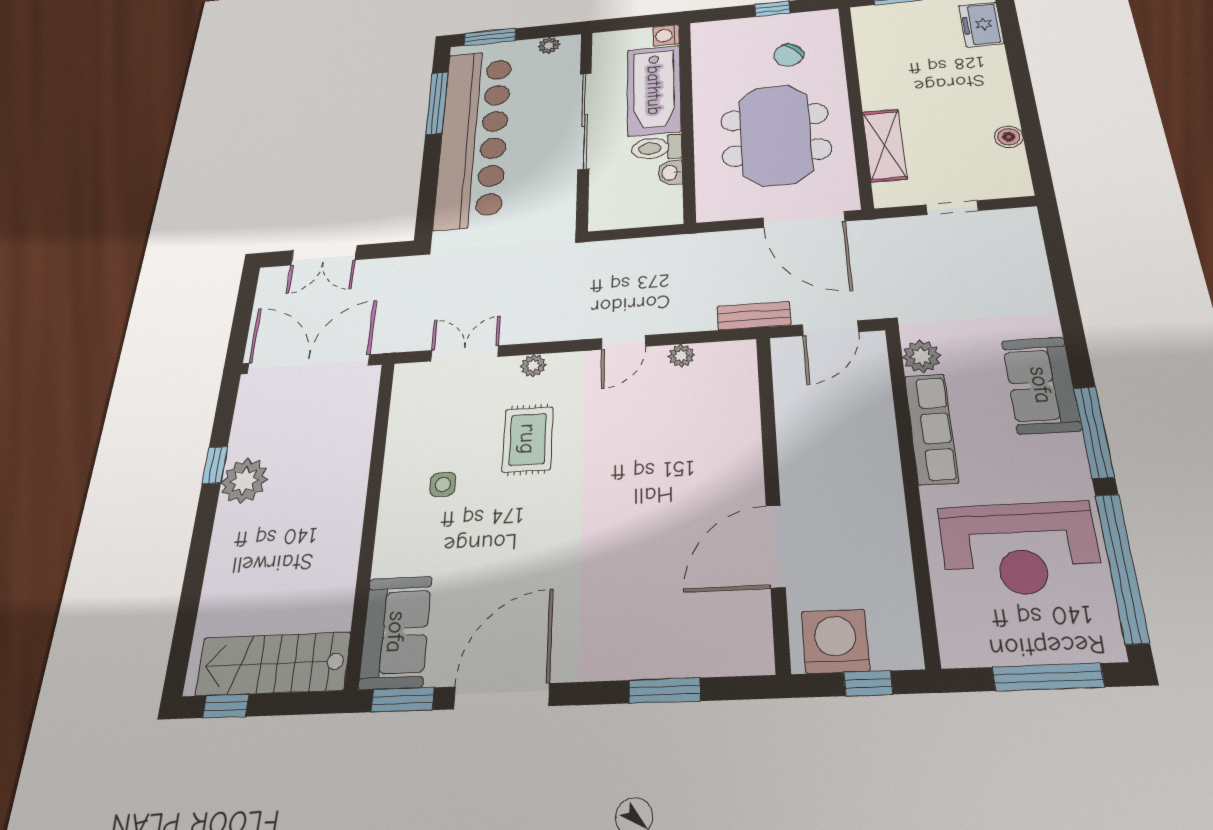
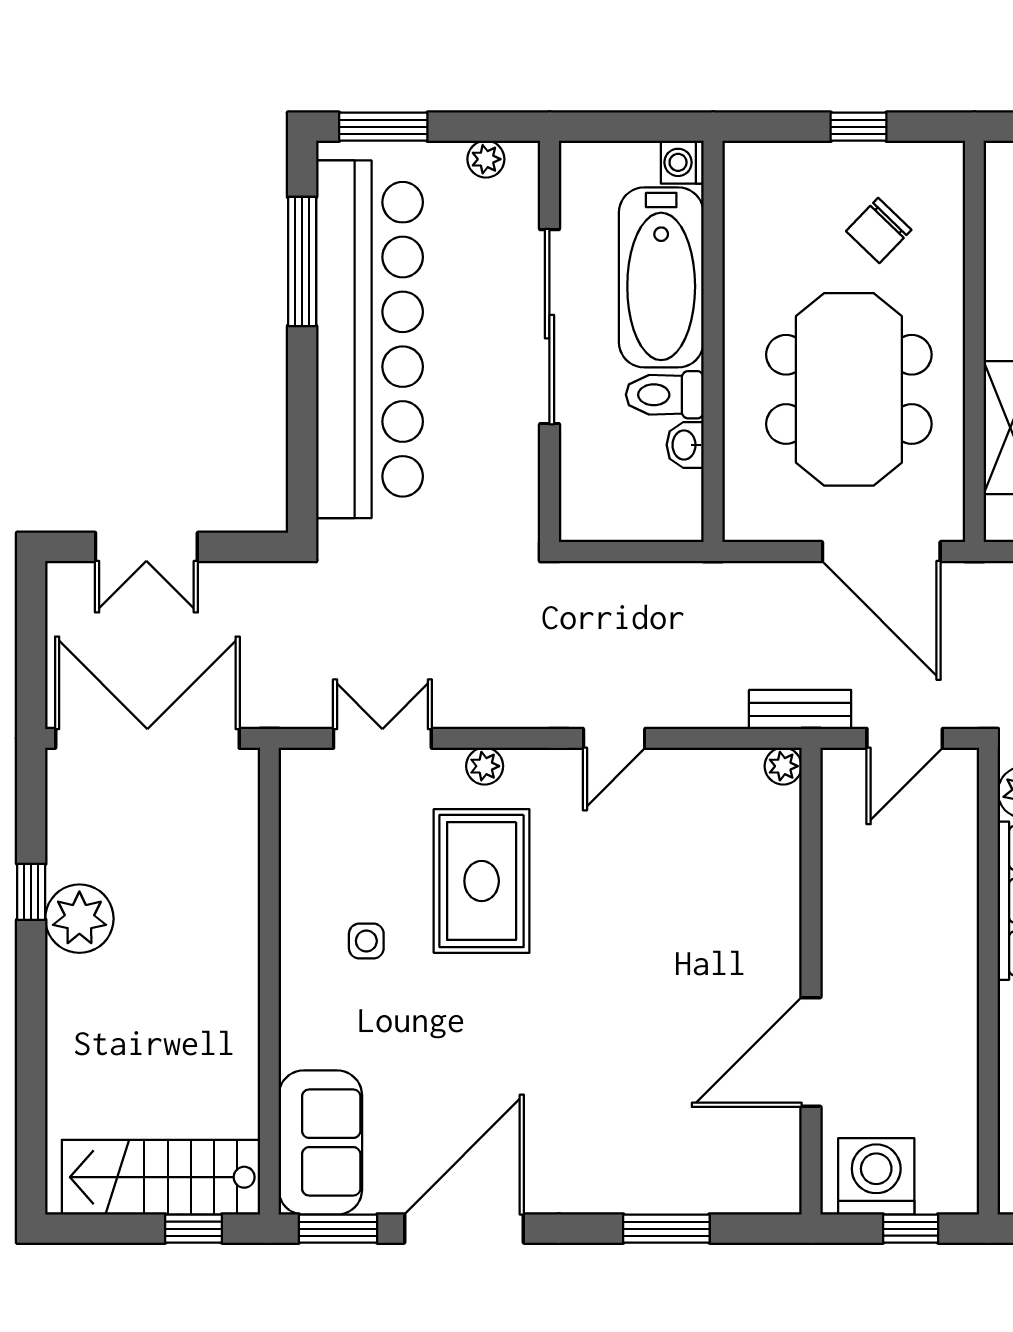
plant: (681, 356) -> (783, 766), moved
rug: (528, 439) -> (482, 881), width x1.36, depth x1.43
window: (226, 706) -> (194, 1229), moved

